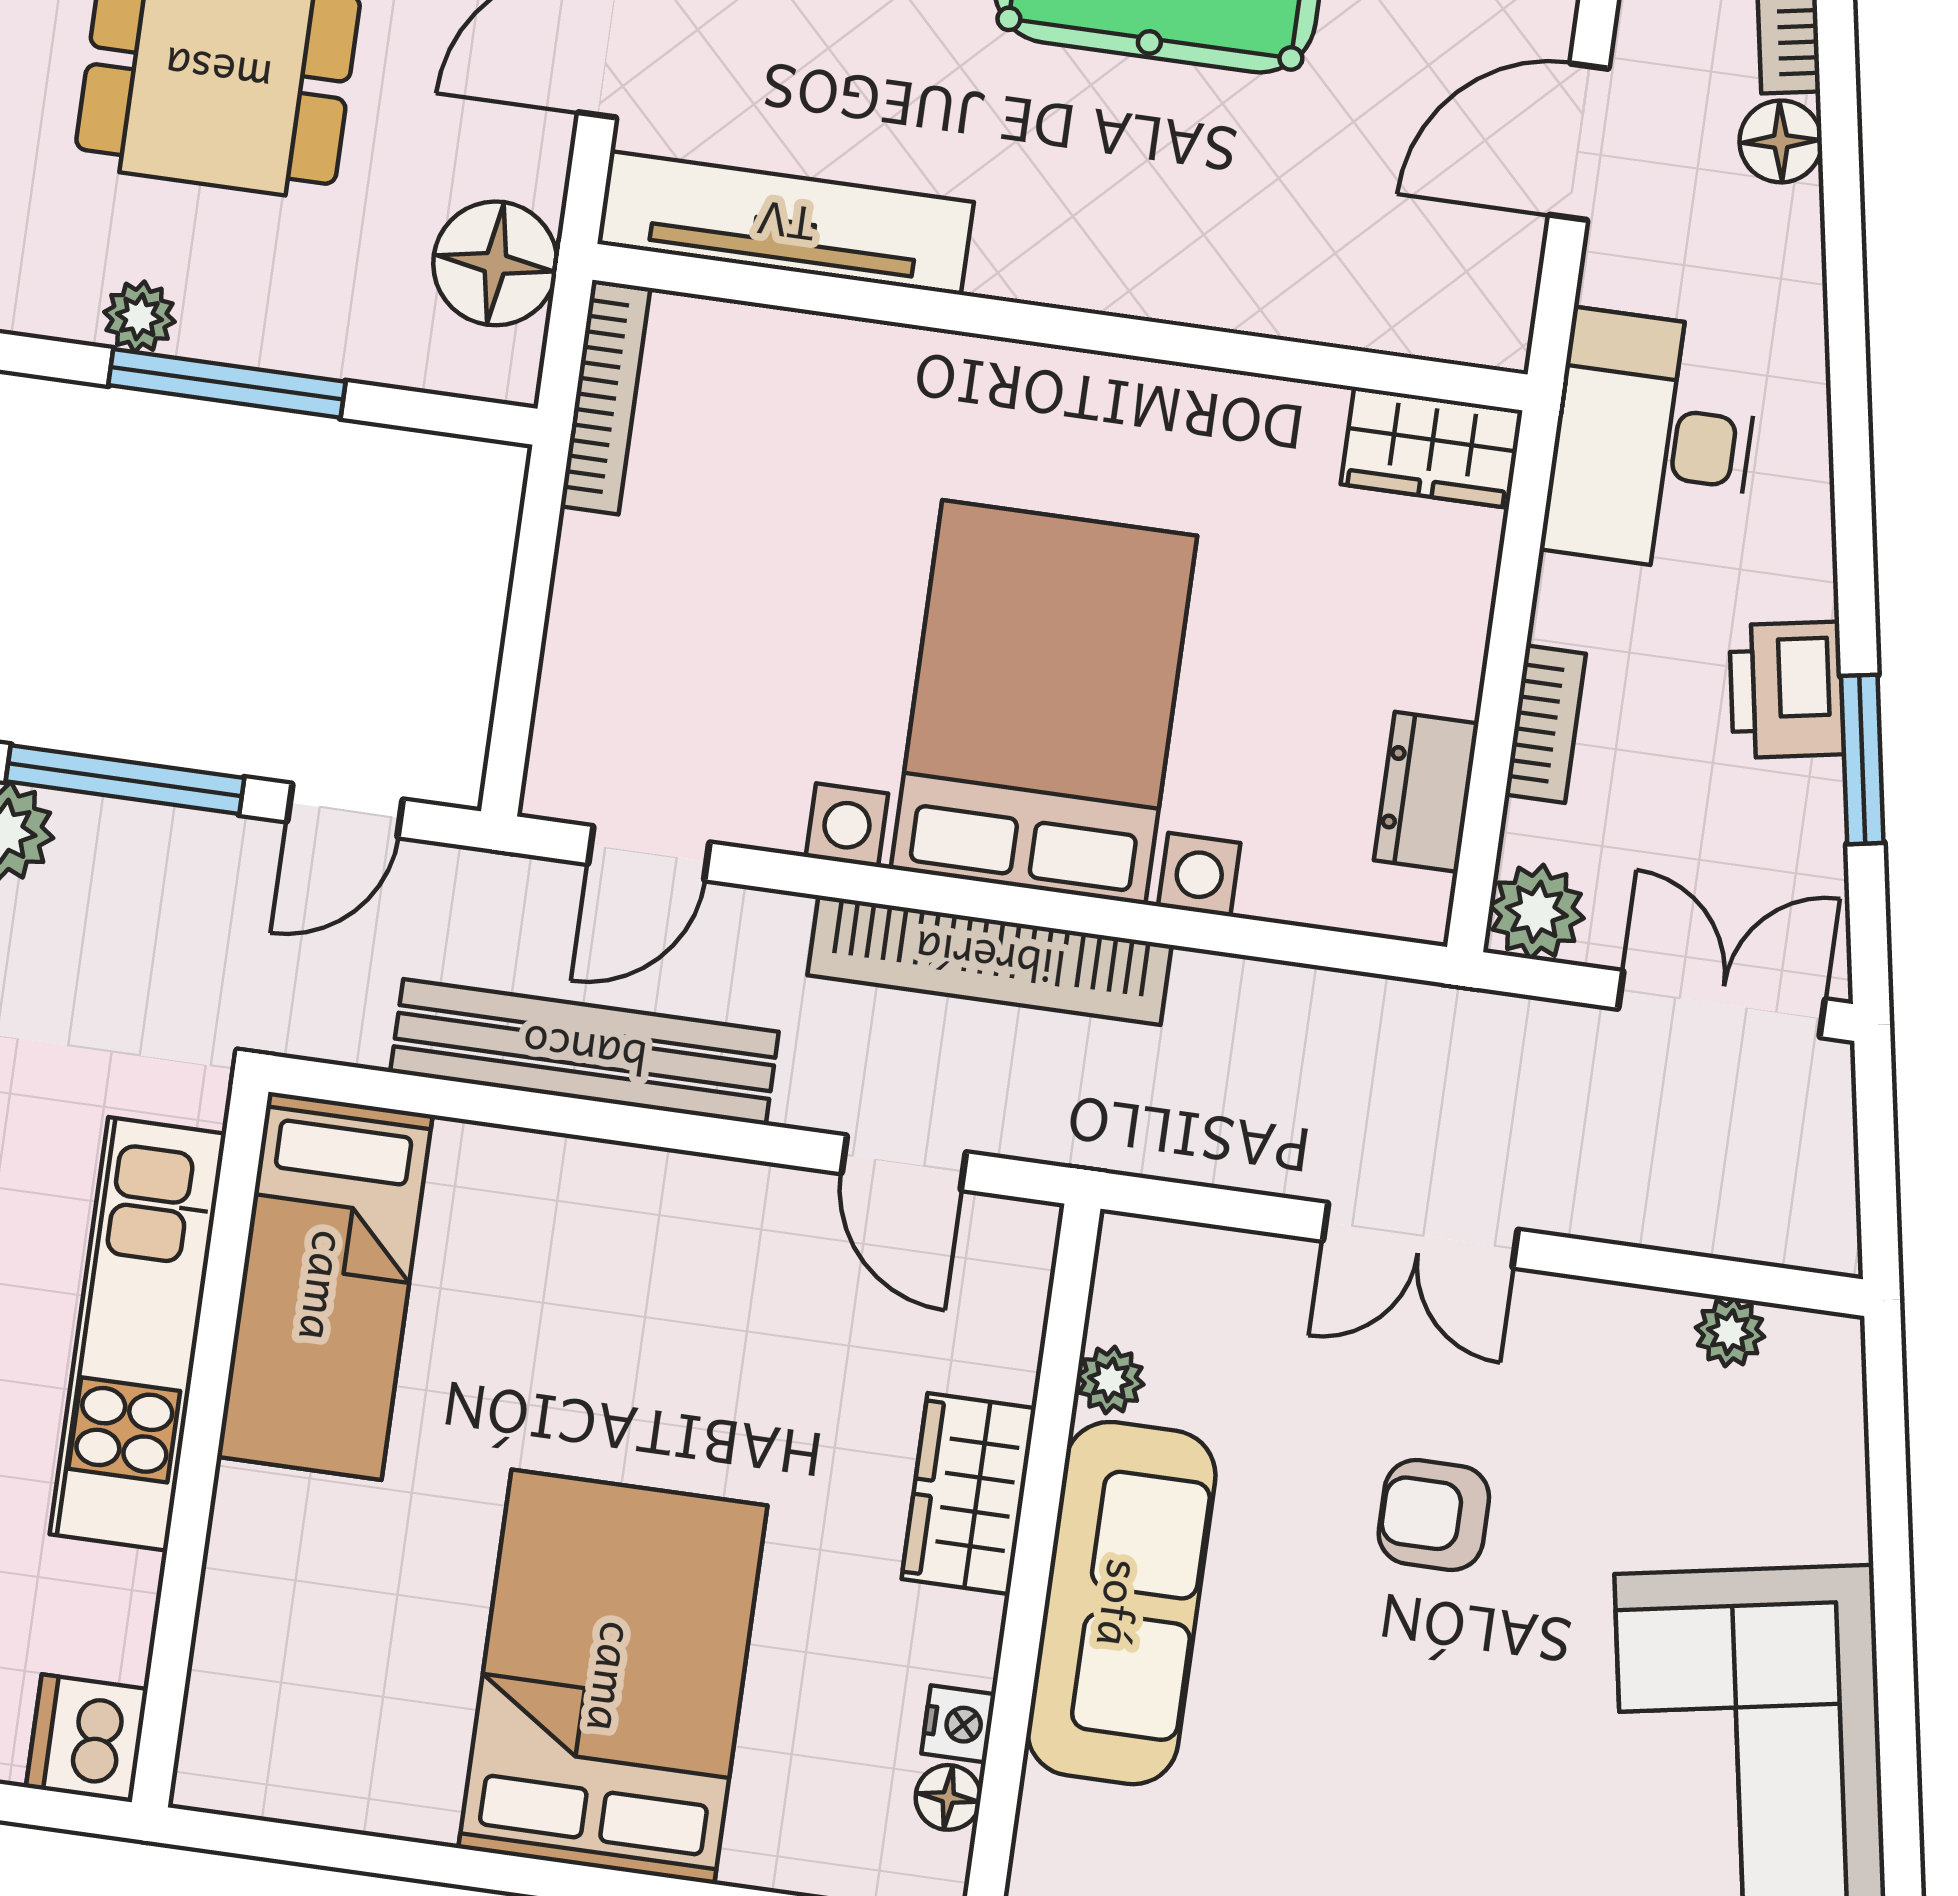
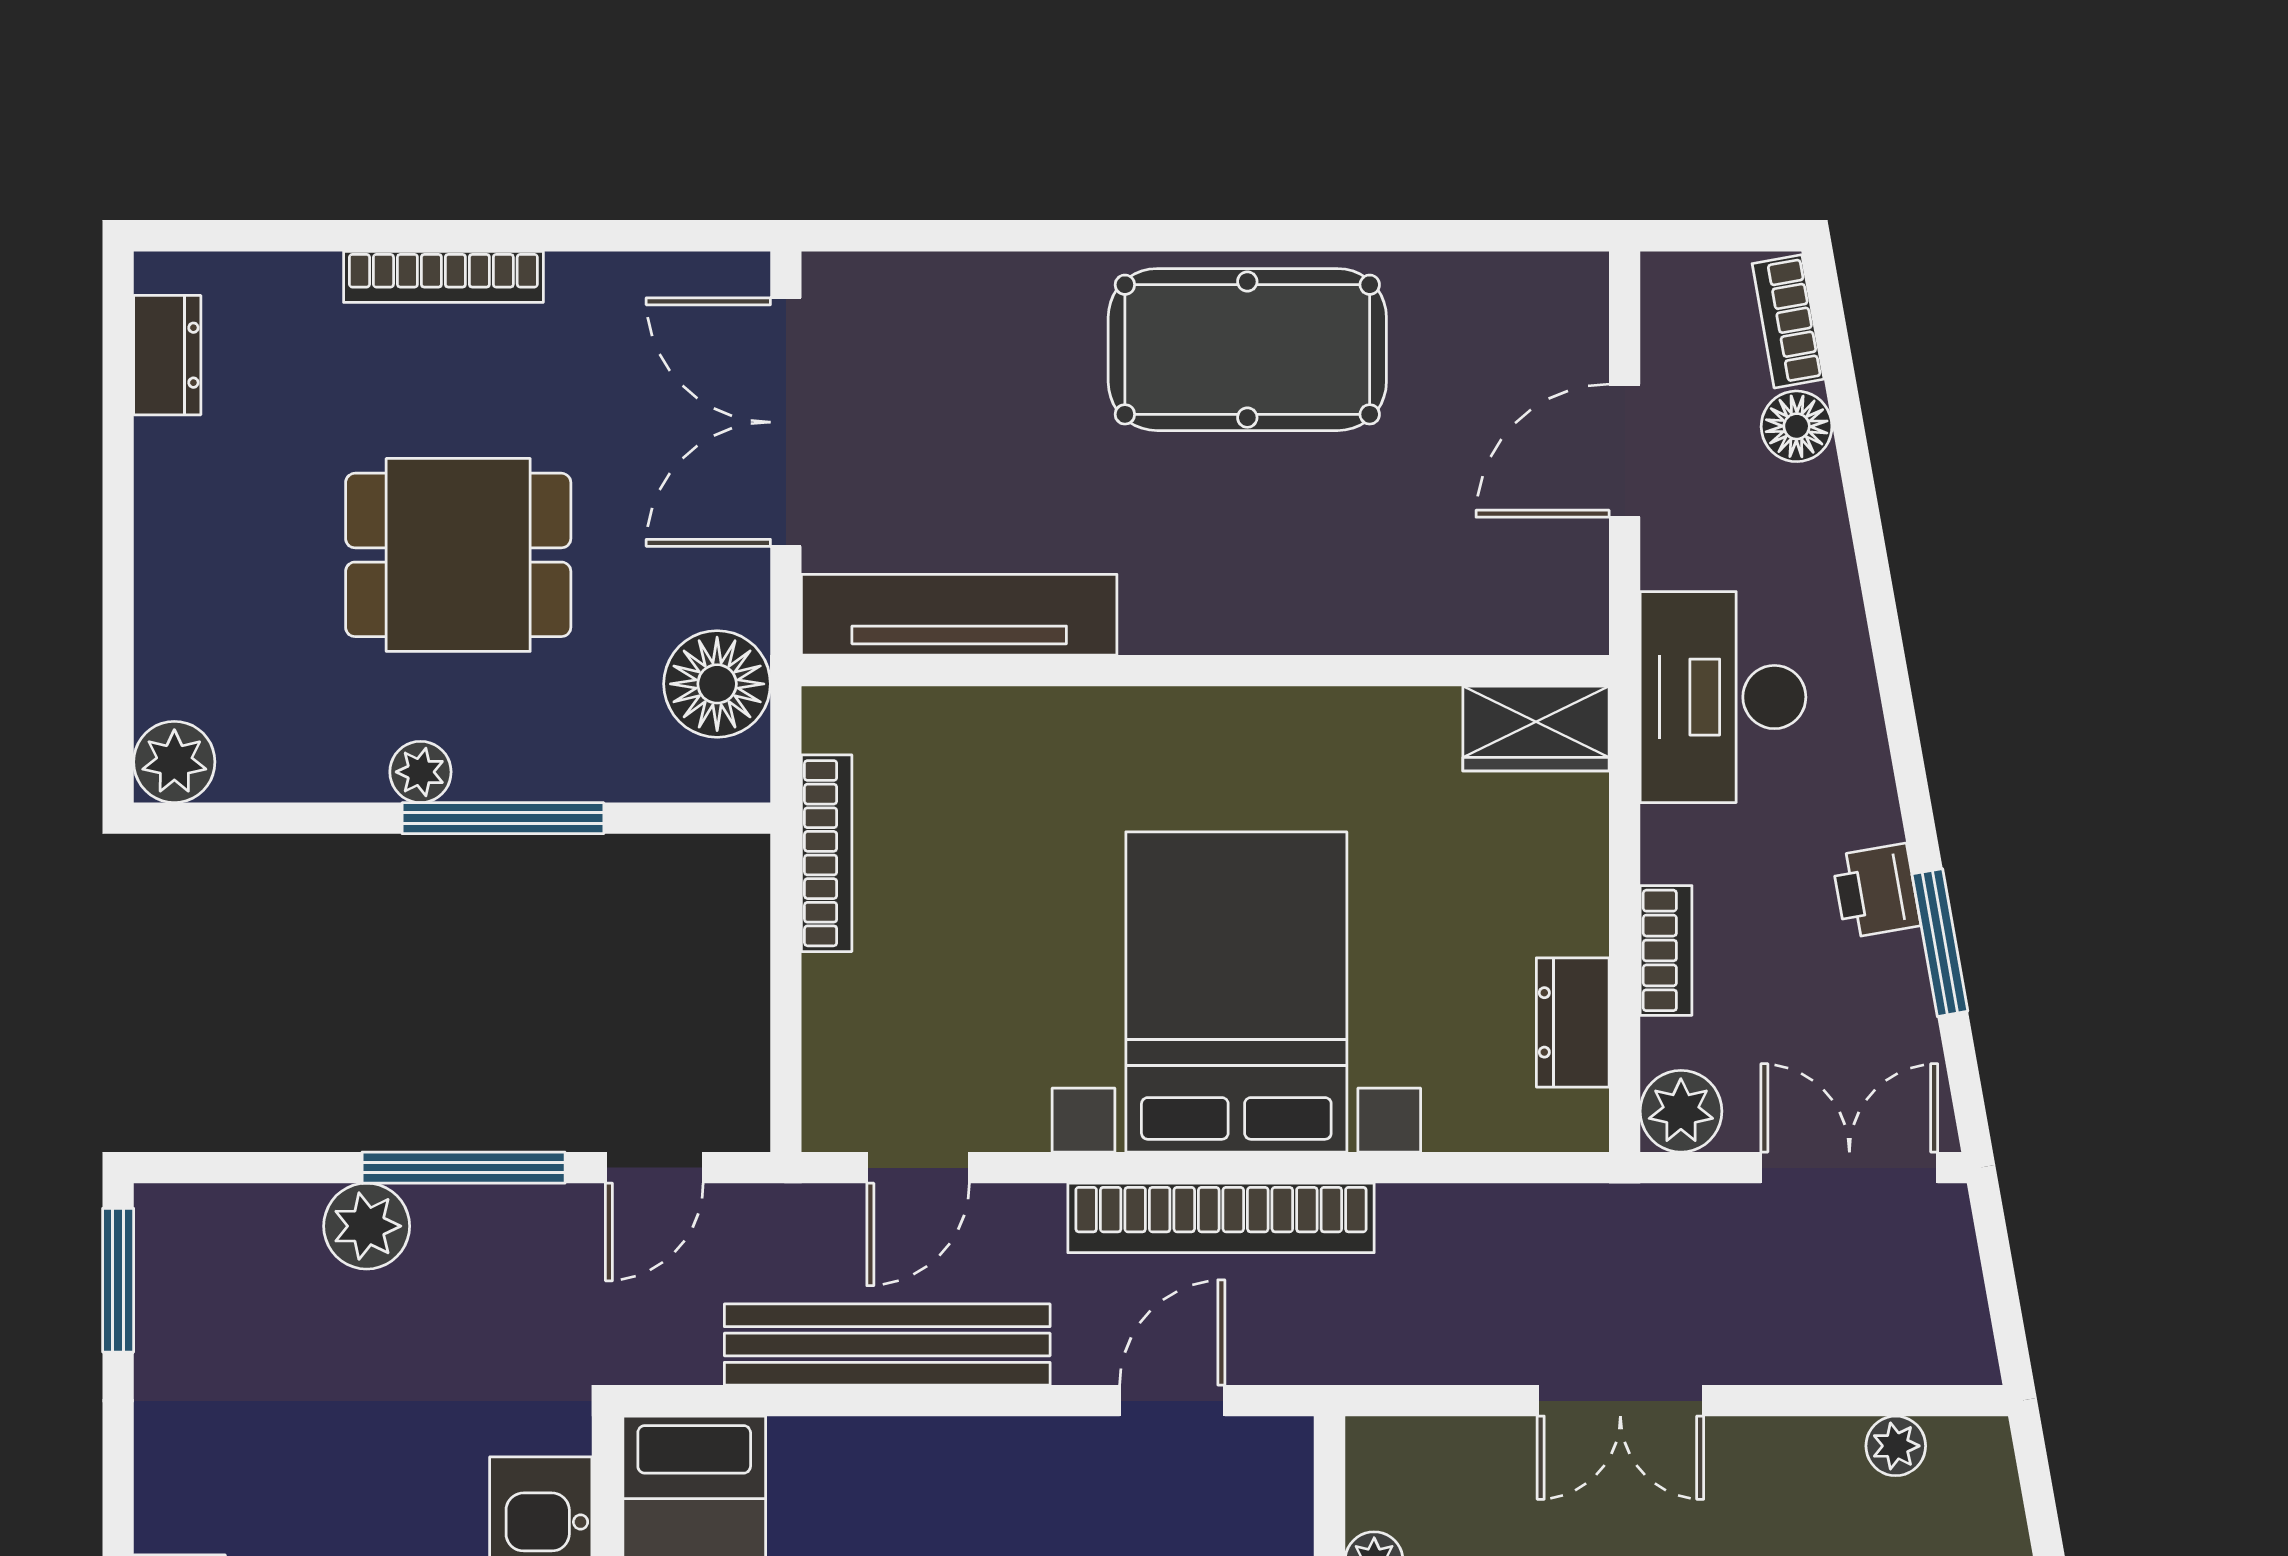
bookcase: (605, 397) -> (827, 853), moved
printer: (1787, 690) -> (1876, 891), width x0.73, depth x0.81
door: (904, 1163) -> (1172, 1401), swing flipped

